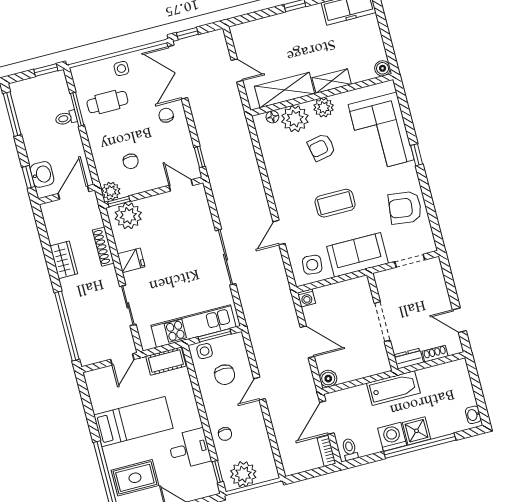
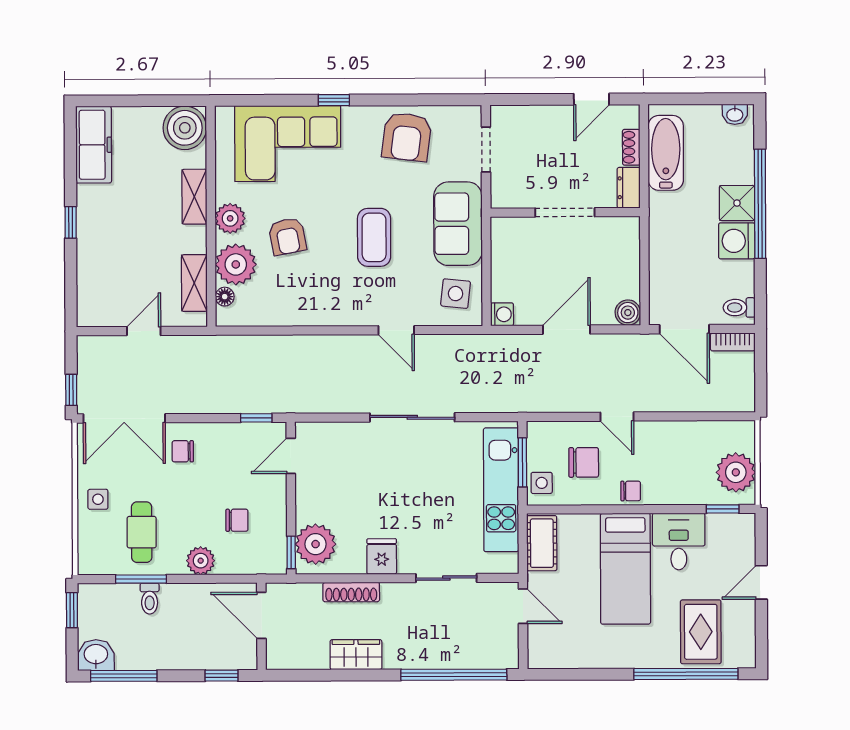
boiler: (383, 68) -> (185, 128), width x1.86, depth x1.86
shelving: (285, 90) -> (194, 283), width x0.67, depth x0.75
washbasin: (42, 174) -> (96, 655), moved
plant: (111, 191) -> (201, 561), moved
bathtub: (393, 388) -> (666, 153), moved
bed: (133, 422) -> (625, 569), moved, turned 180
chair: (225, 434) -> (631, 491), moved

